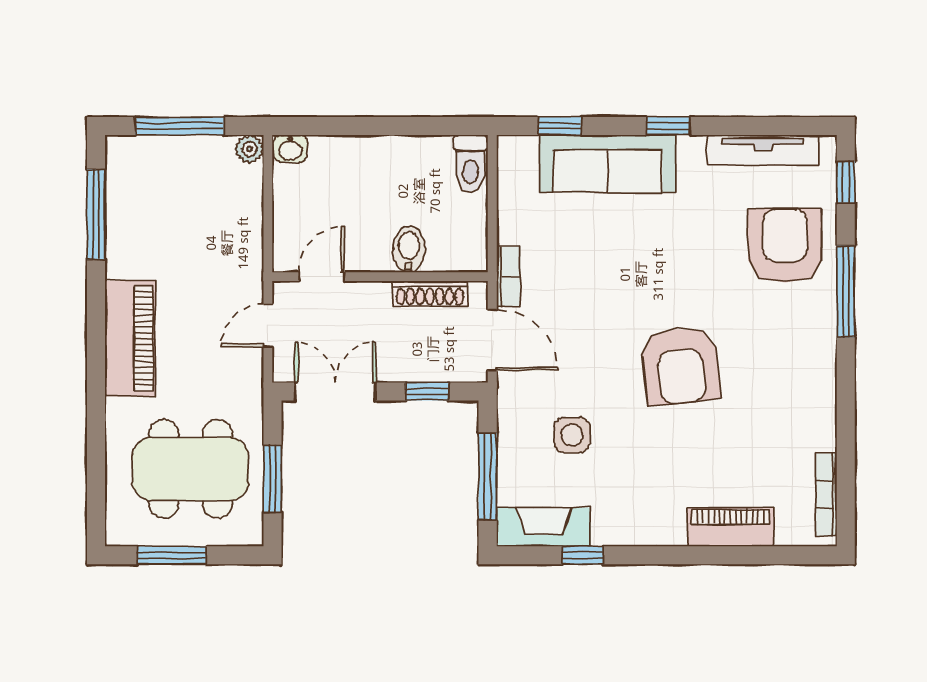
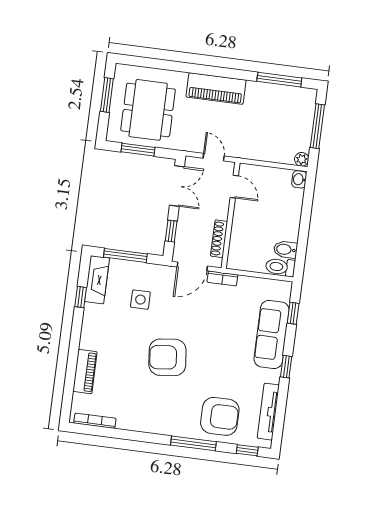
bidet: (409, 249) -> (285, 249), moved, turned 180

